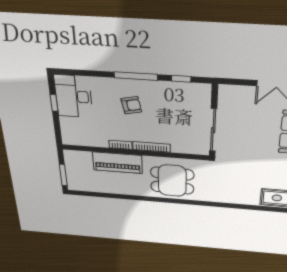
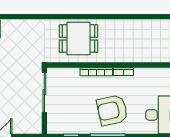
armchair: (131, 105) -> (112, 110), width x1.88, depth x1.88
piano: (117, 163) -> (127, 53), removed

